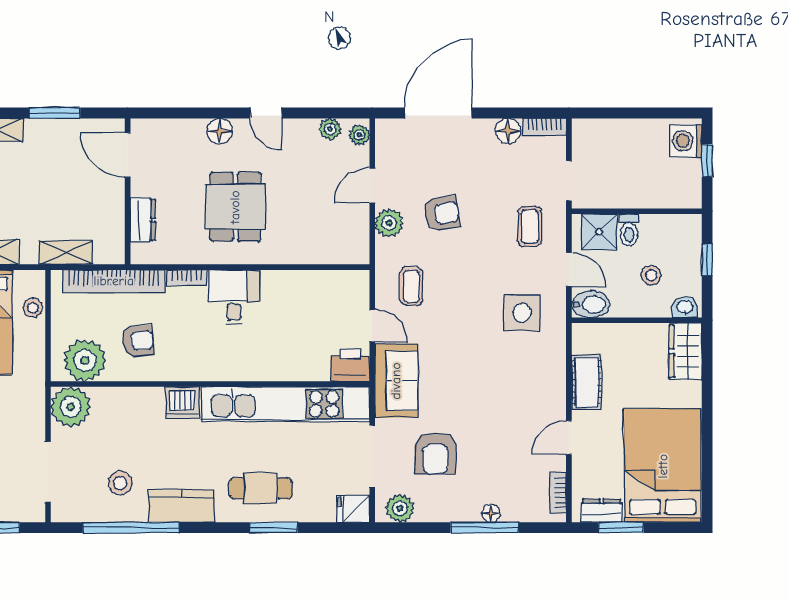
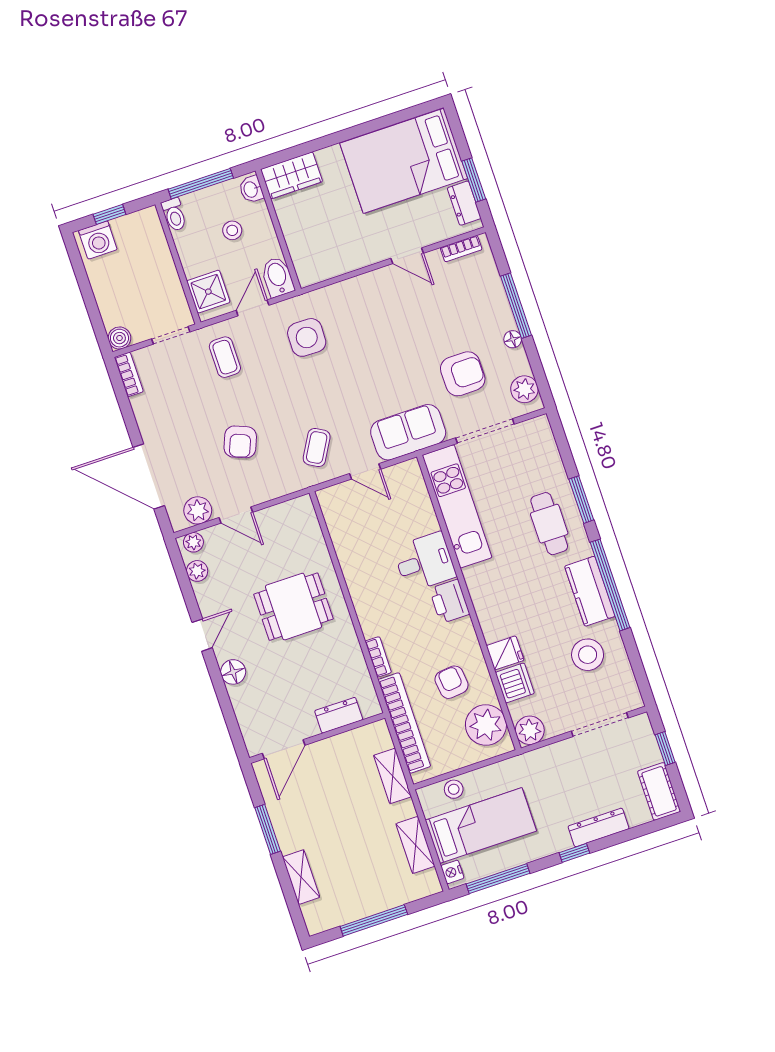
boiler: (583, 130) -> (119, 338), added
floor lamp: (508, 131) -> (144, 407), removed
dining table: (235, 207) -> (293, 607), moved
armchair: (442, 214) -> (240, 442), turned -149
plant: (389, 223) -> (198, 510), moved
coffee table: (530, 226) -> (225, 357), turned 90
toilet: (629, 230) -> (174, 215), moved, turned 90
window: (707, 260) -> (201, 184), width x2.17
coffee table: (411, 286) -> (317, 448), turned -60
desk: (234, 297) -> (425, 562), moved, turned 180
door: (372, 326) -> (365, 471), swing flipped
printer: (350, 365) -> (449, 601), moved
cot: (587, 382) -> (351, 257), removed
dishwasher: (182, 402) -> (515, 683), moved
kitchen unit: (285, 404) -> (457, 506), width x0.73
plant: (71, 407) -> (530, 730), width x0.73, depth x0.73
stool: (120, 483) -> (588, 655), width x1.38, depth x1.38
fridge: (353, 509) -> (505, 653), moved, turned -90
floor lamp: (491, 513) -> (513, 339), moved
window: (131, 528) -> (610, 585), moved

